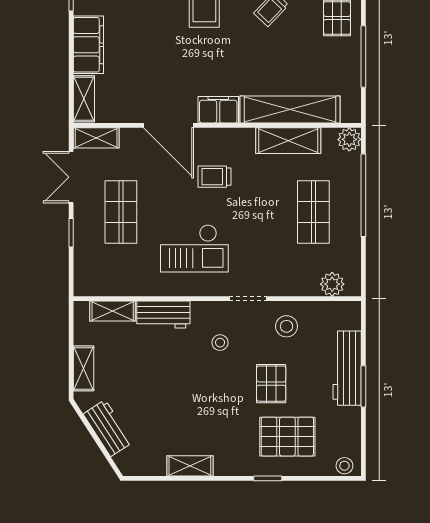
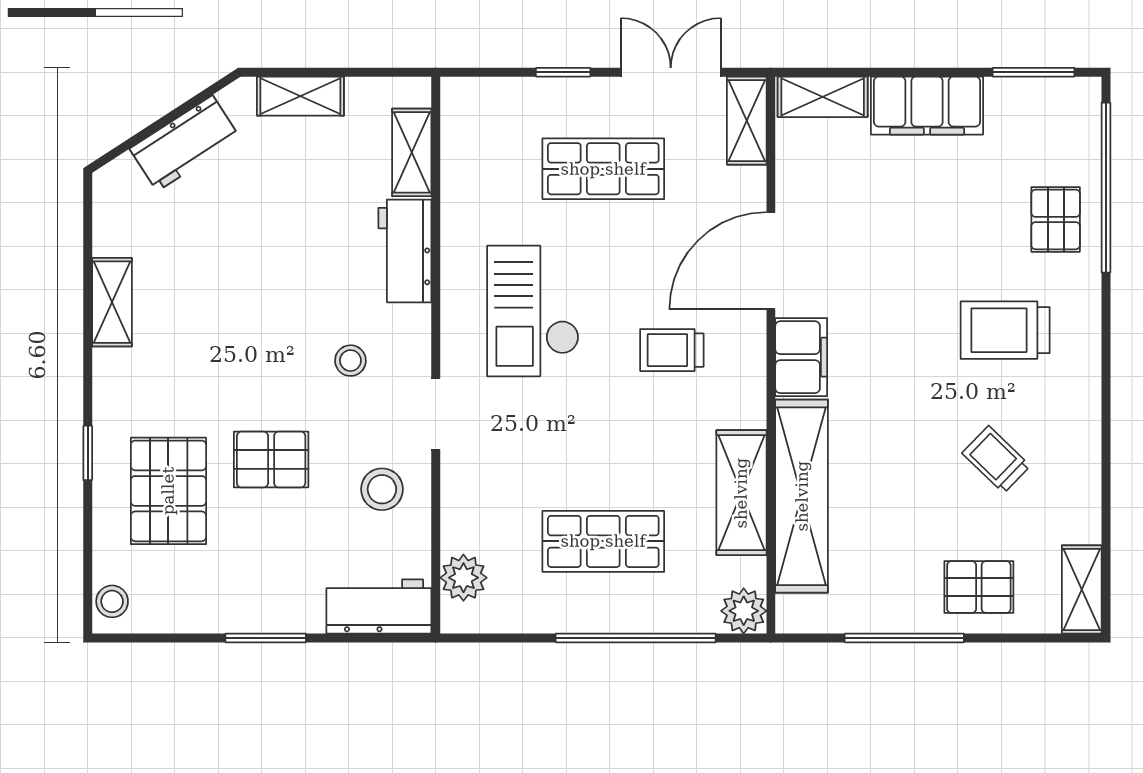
trolley: (215, 177) -> (672, 350), turned -90
workbench: (347, 368) -> (379, 606), moved, width x0.73

